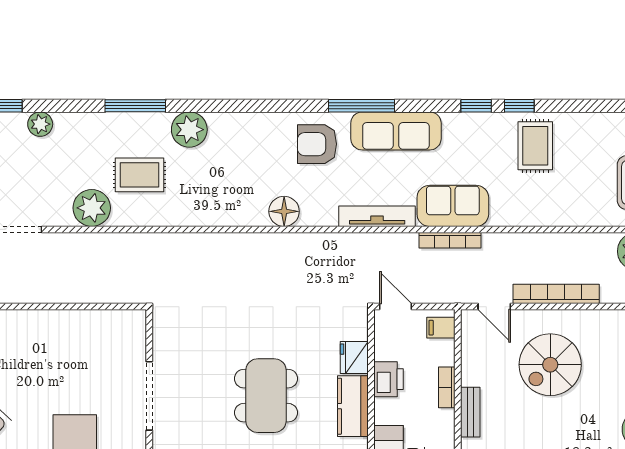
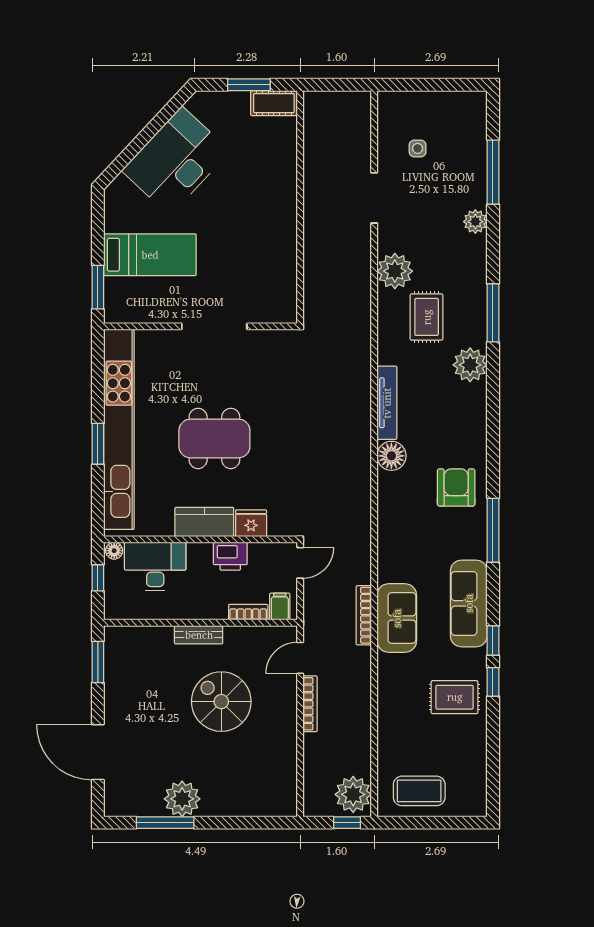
sofa: (396, 131) -> (469, 603), moved
tv unit: (377, 216) -> (387, 403), moved
bookcase: (556, 294) -> (310, 704), width x0.68, depth x0.76
spiral stairs: (550, 365) -> (221, 702), moved
bookcase: (447, 387) -> (248, 612), moved

